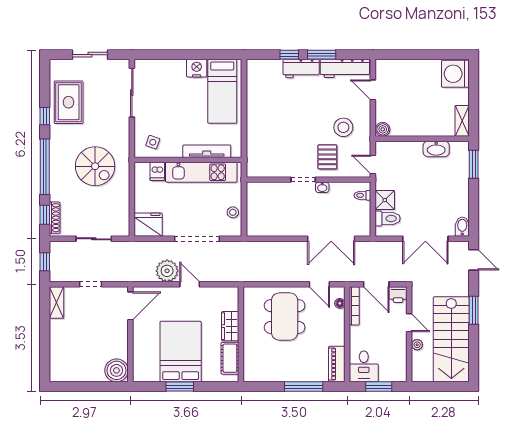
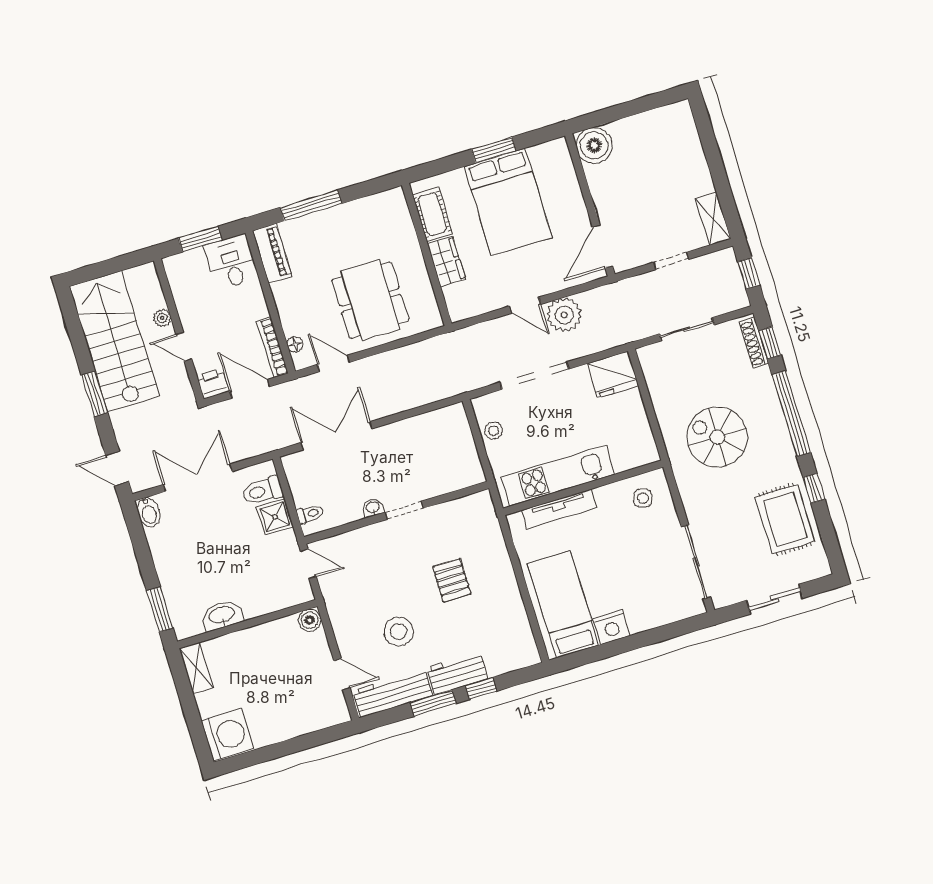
stool: (343, 127) -> (399, 632), moved
pallet: (327, 157) -> (452, 580), moved
dishwasher: (157, 171) -> (623, 457), removed

